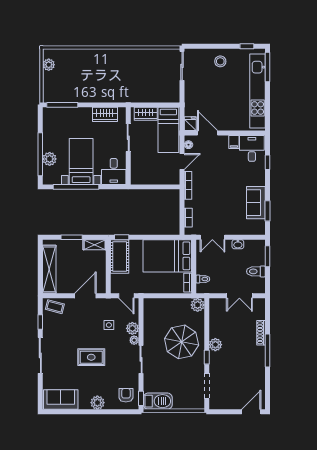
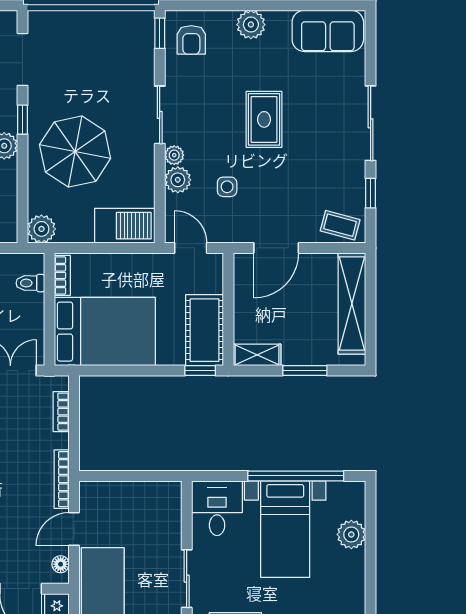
window: (40, 154) -> (371, 544), removed
rug: (91, 357) -> (264, 119), turned 90
barbecue: (158, 401) -> (125, 226), moved, turned 180

